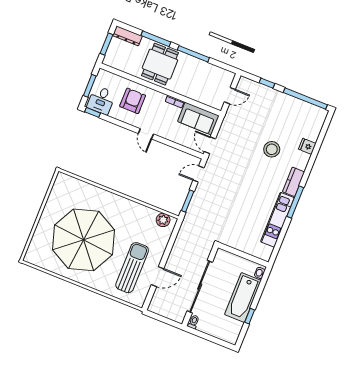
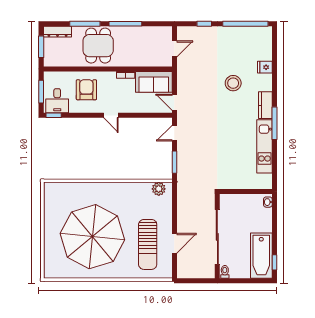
sun lounger: (132, 268) -> (148, 244), turned 180
bathtub: (243, 297) -> (261, 256), moved
window: (250, 316) -> (274, 262), moved

